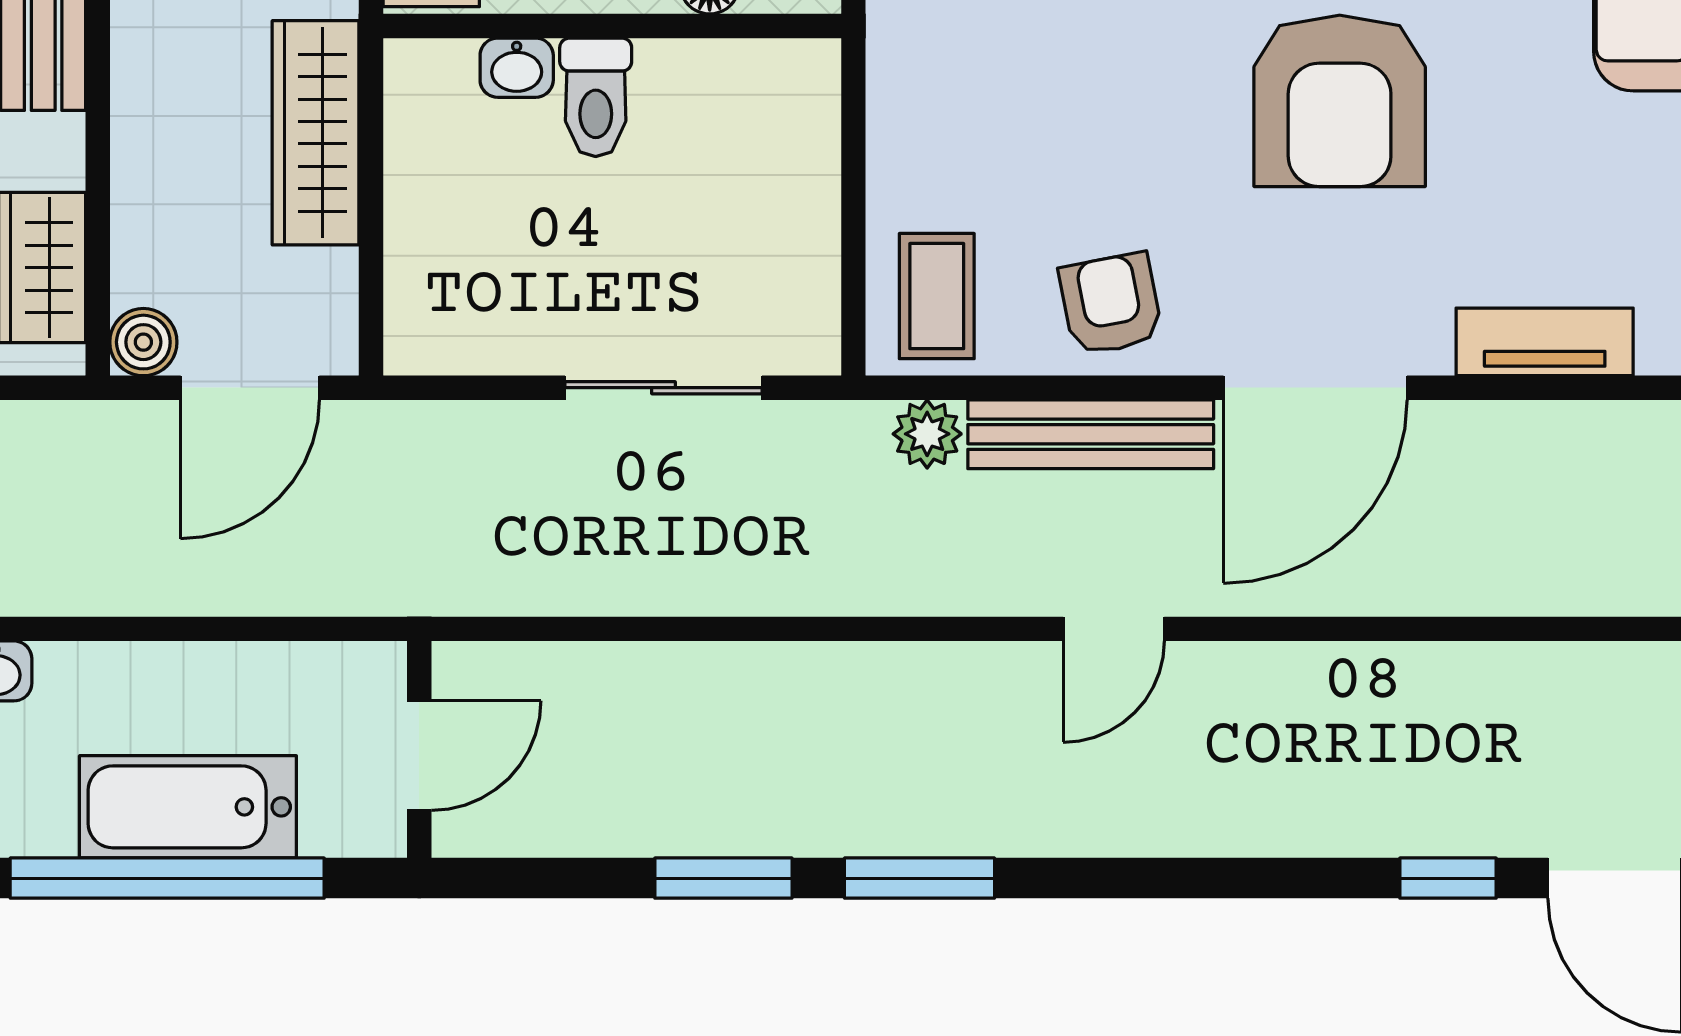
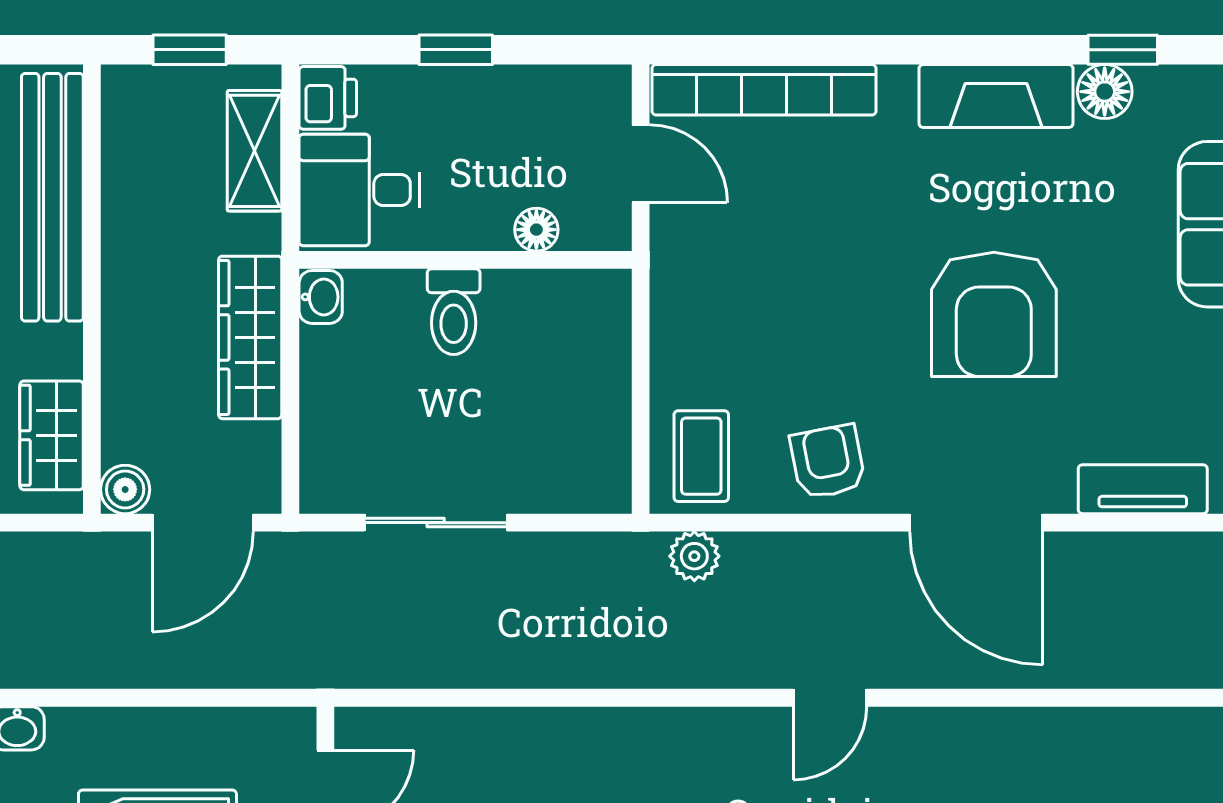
washbasin: (517, 68) -> (321, 297), moved, turned -90
sliding door: (664, 388) -> (436, 523), moved
door: (1315, 388) -> (976, 523), hinge flipped
bench: (1091, 434) -> (813, 556), removed

